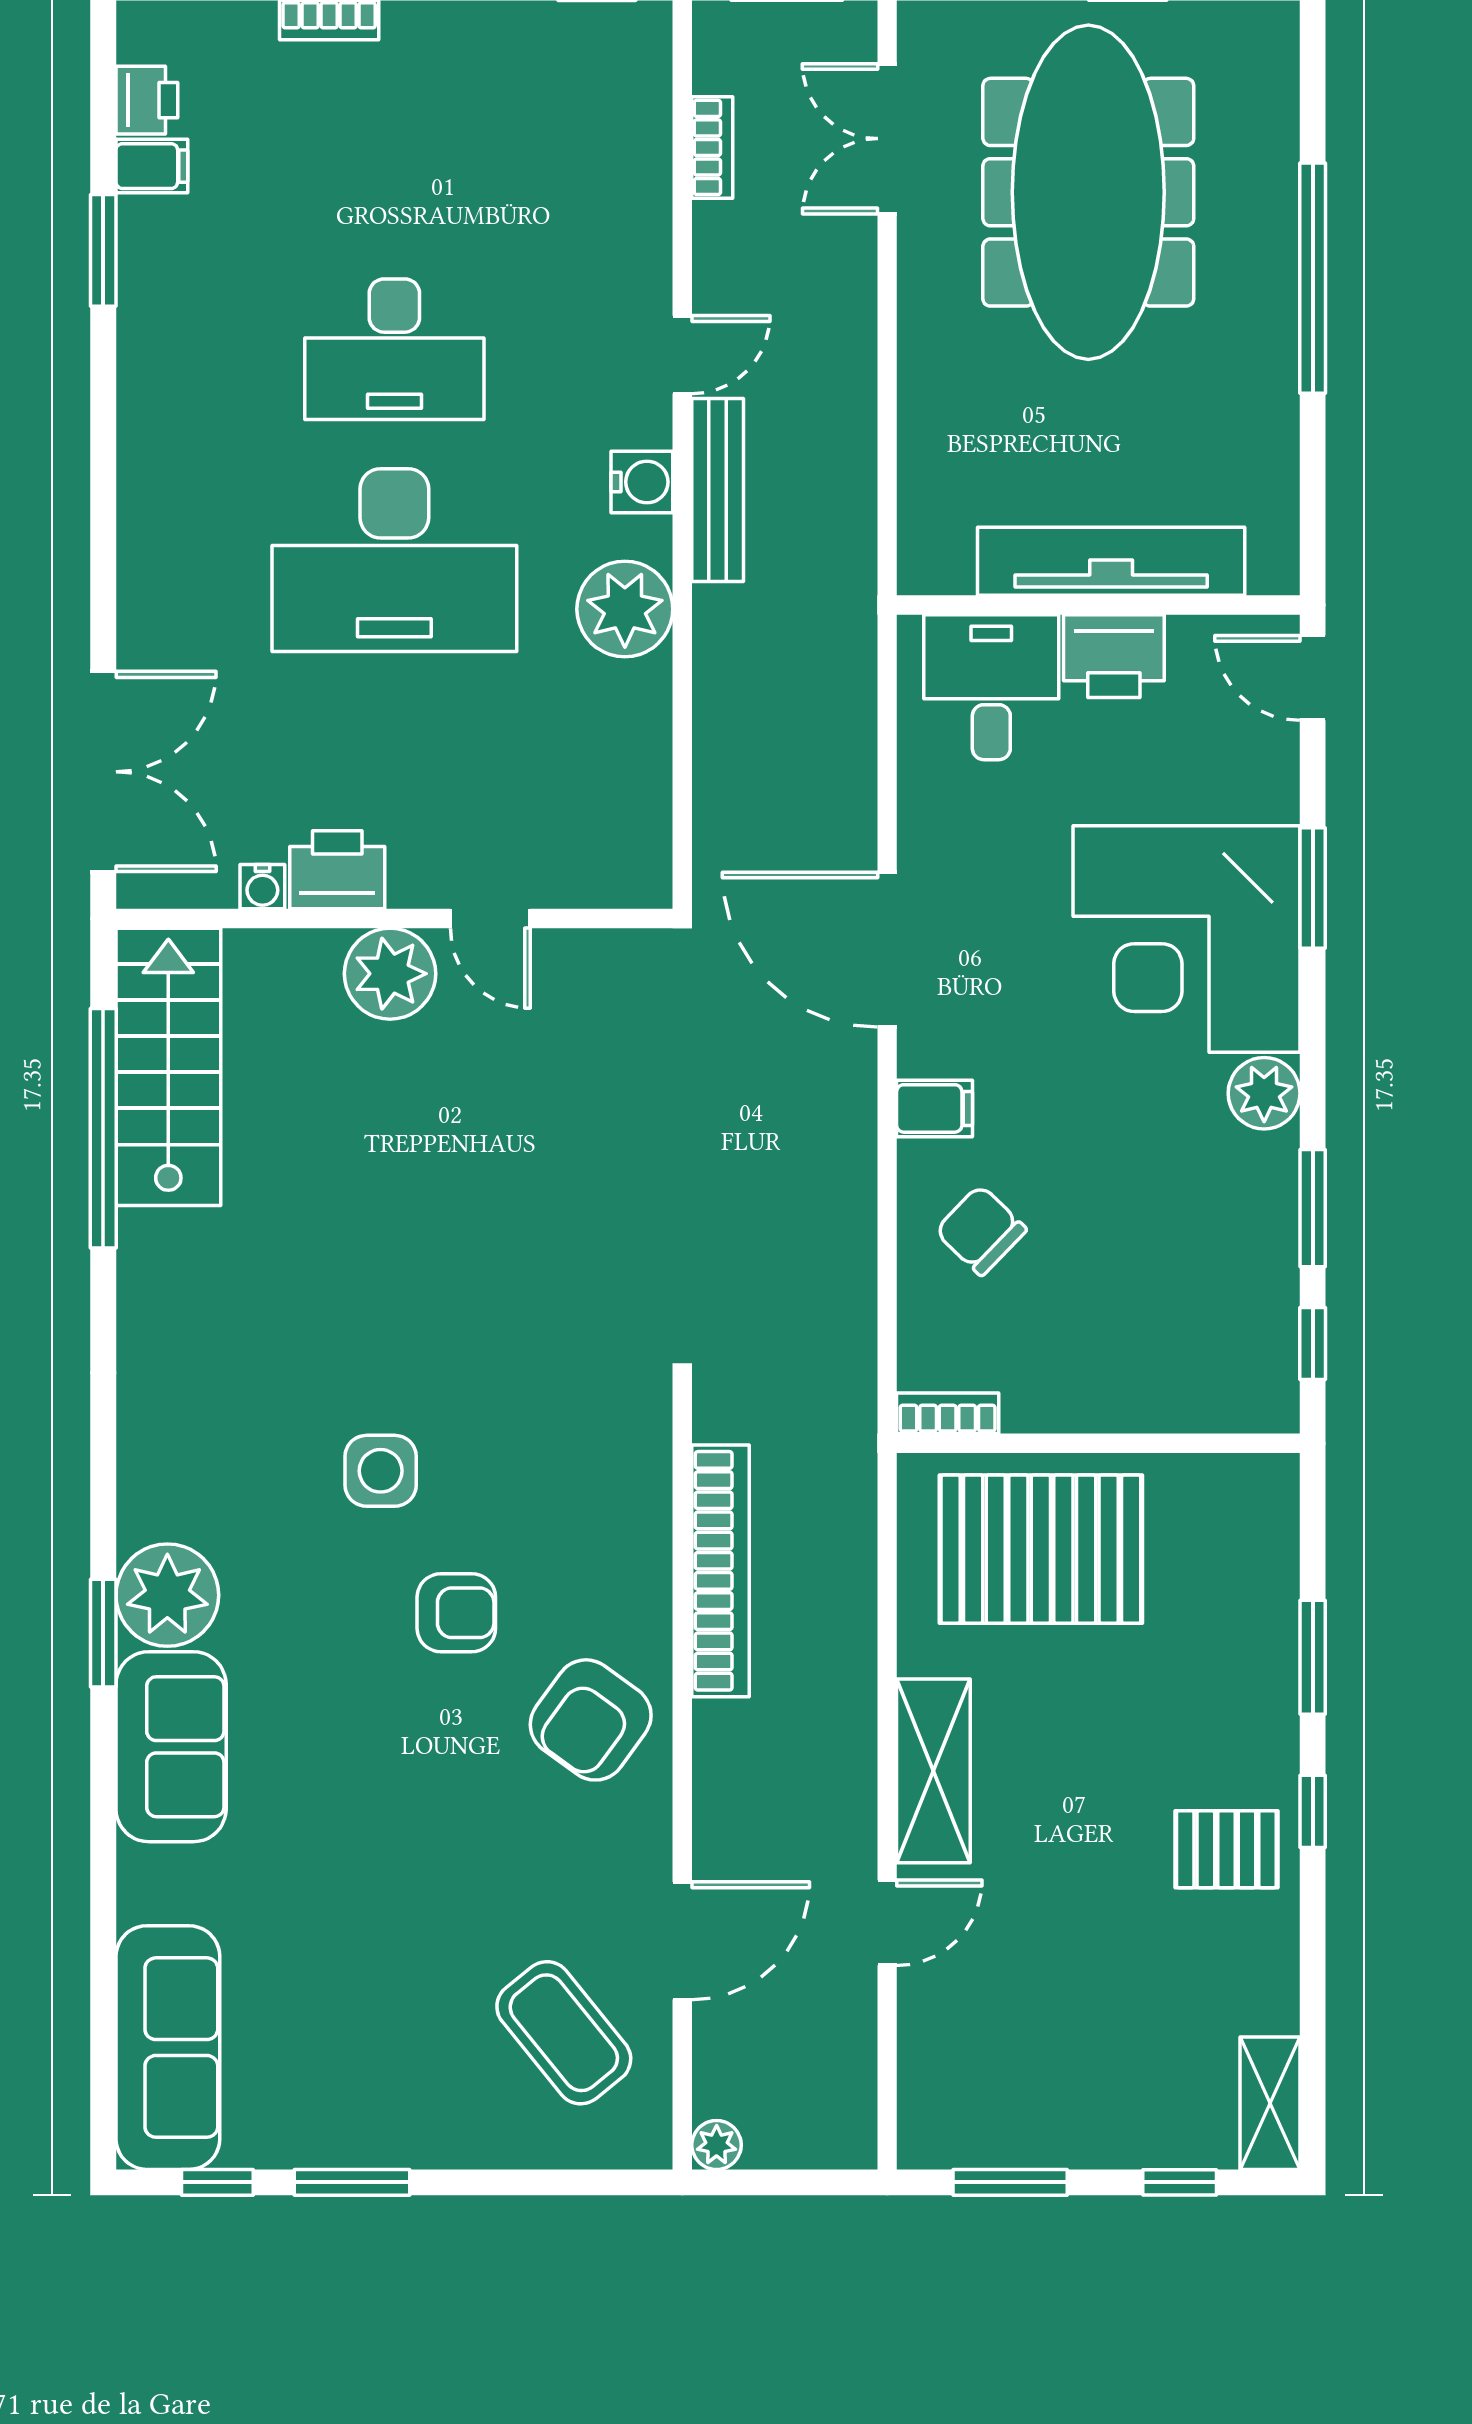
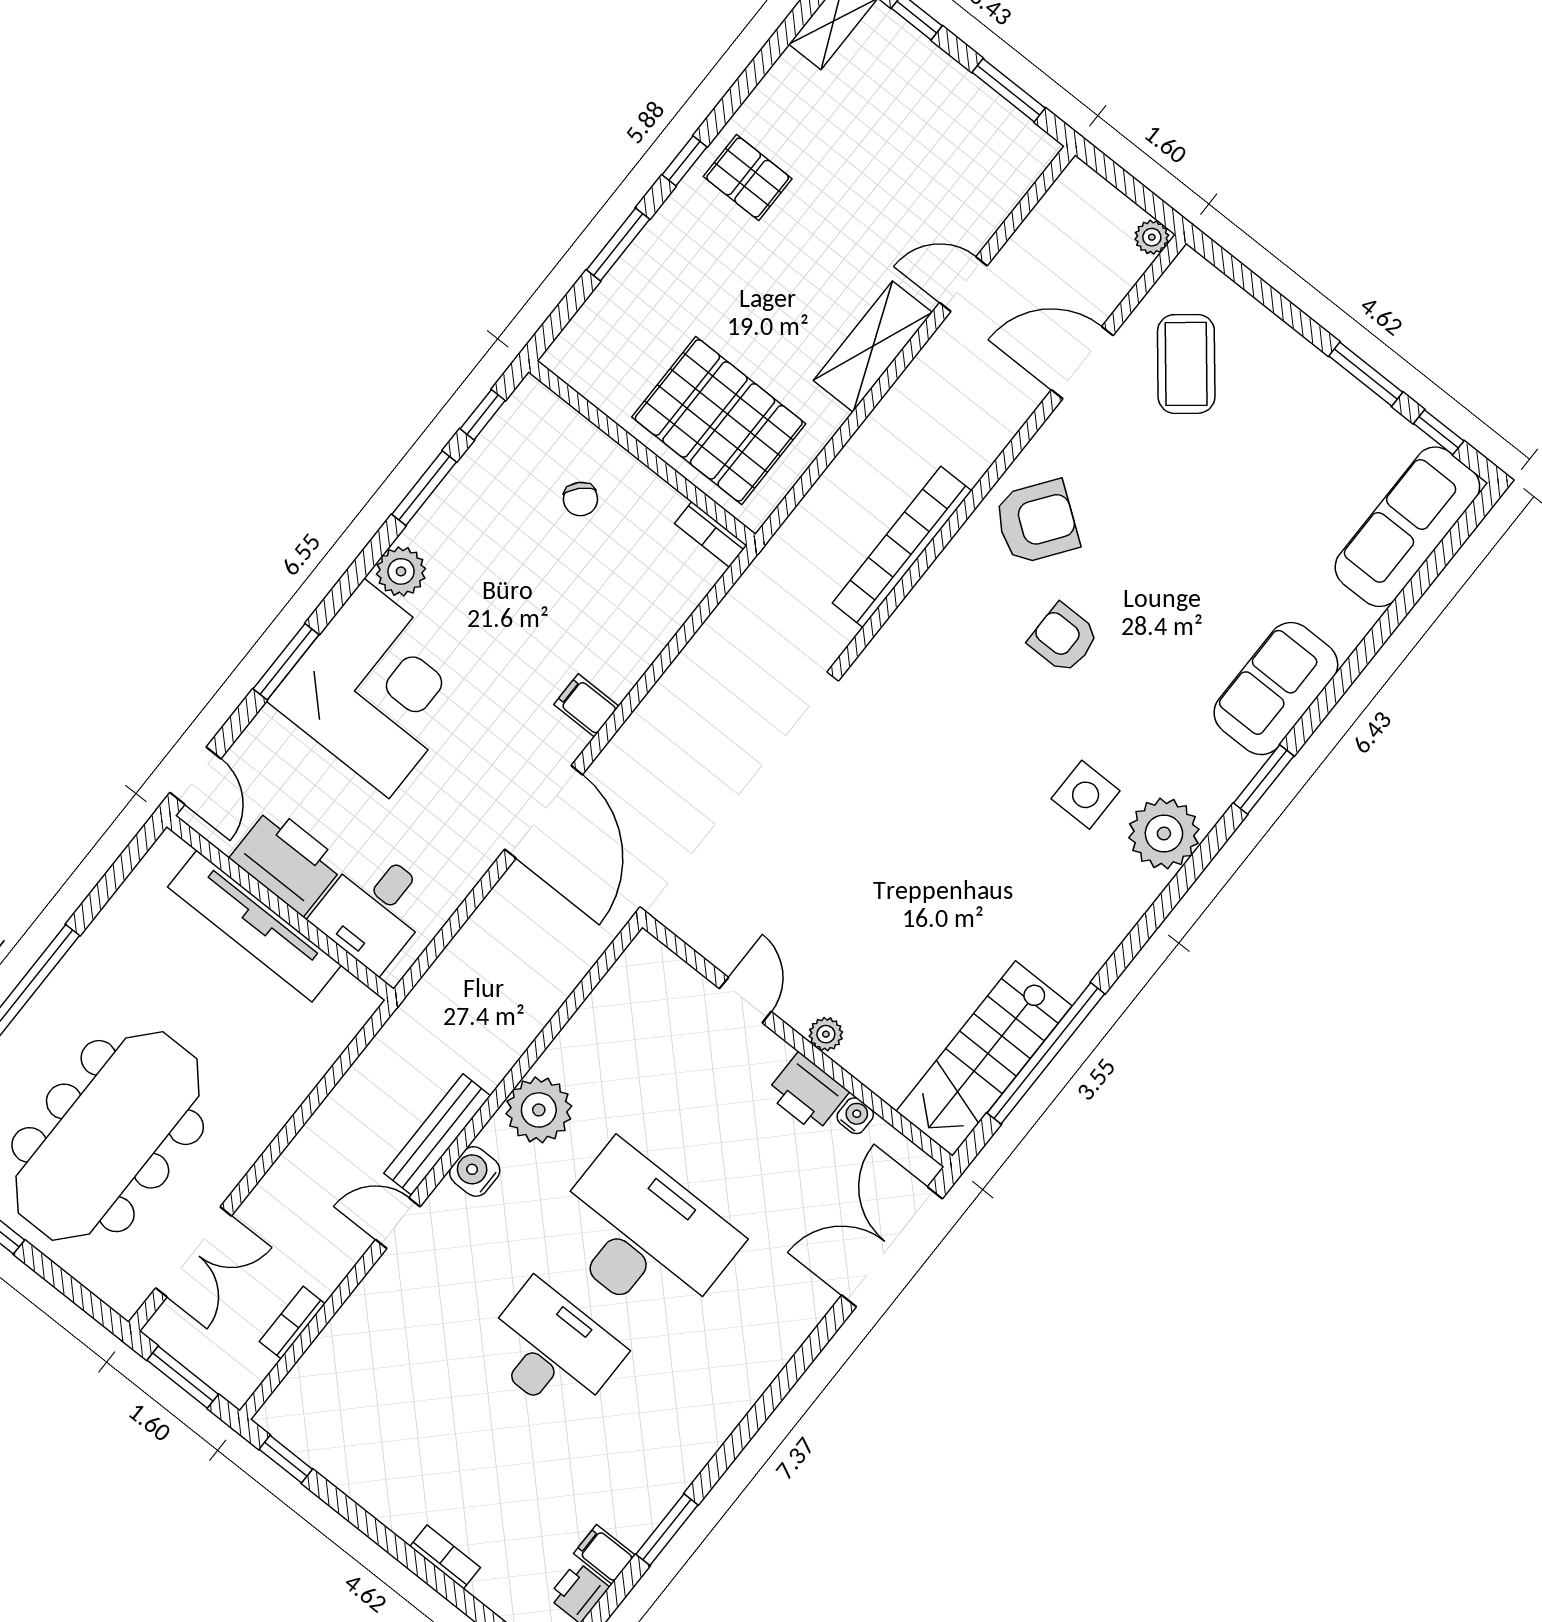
printer: (1114, 656) -> (287, 861), width x1.37, depth x1.19
plant: (390, 974) -> (826, 1034), width x0.53, depth x0.53
chair: (981, 1230) -> (580, 499), moved, width x0.73, depth x0.73
side table: (381, 1471) -> (1086, 795), moved
plant: (167, 1595) -> (1164, 833), moved

